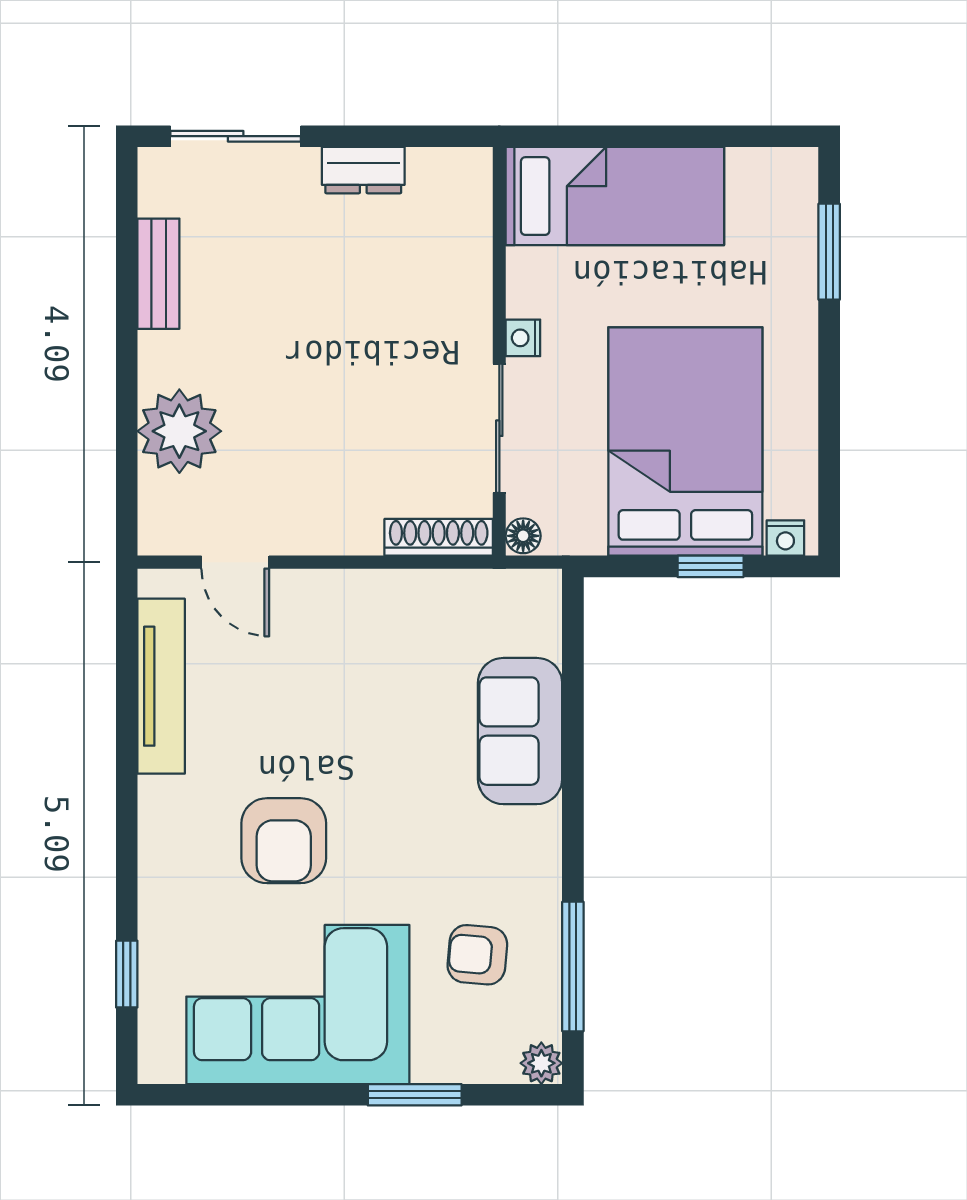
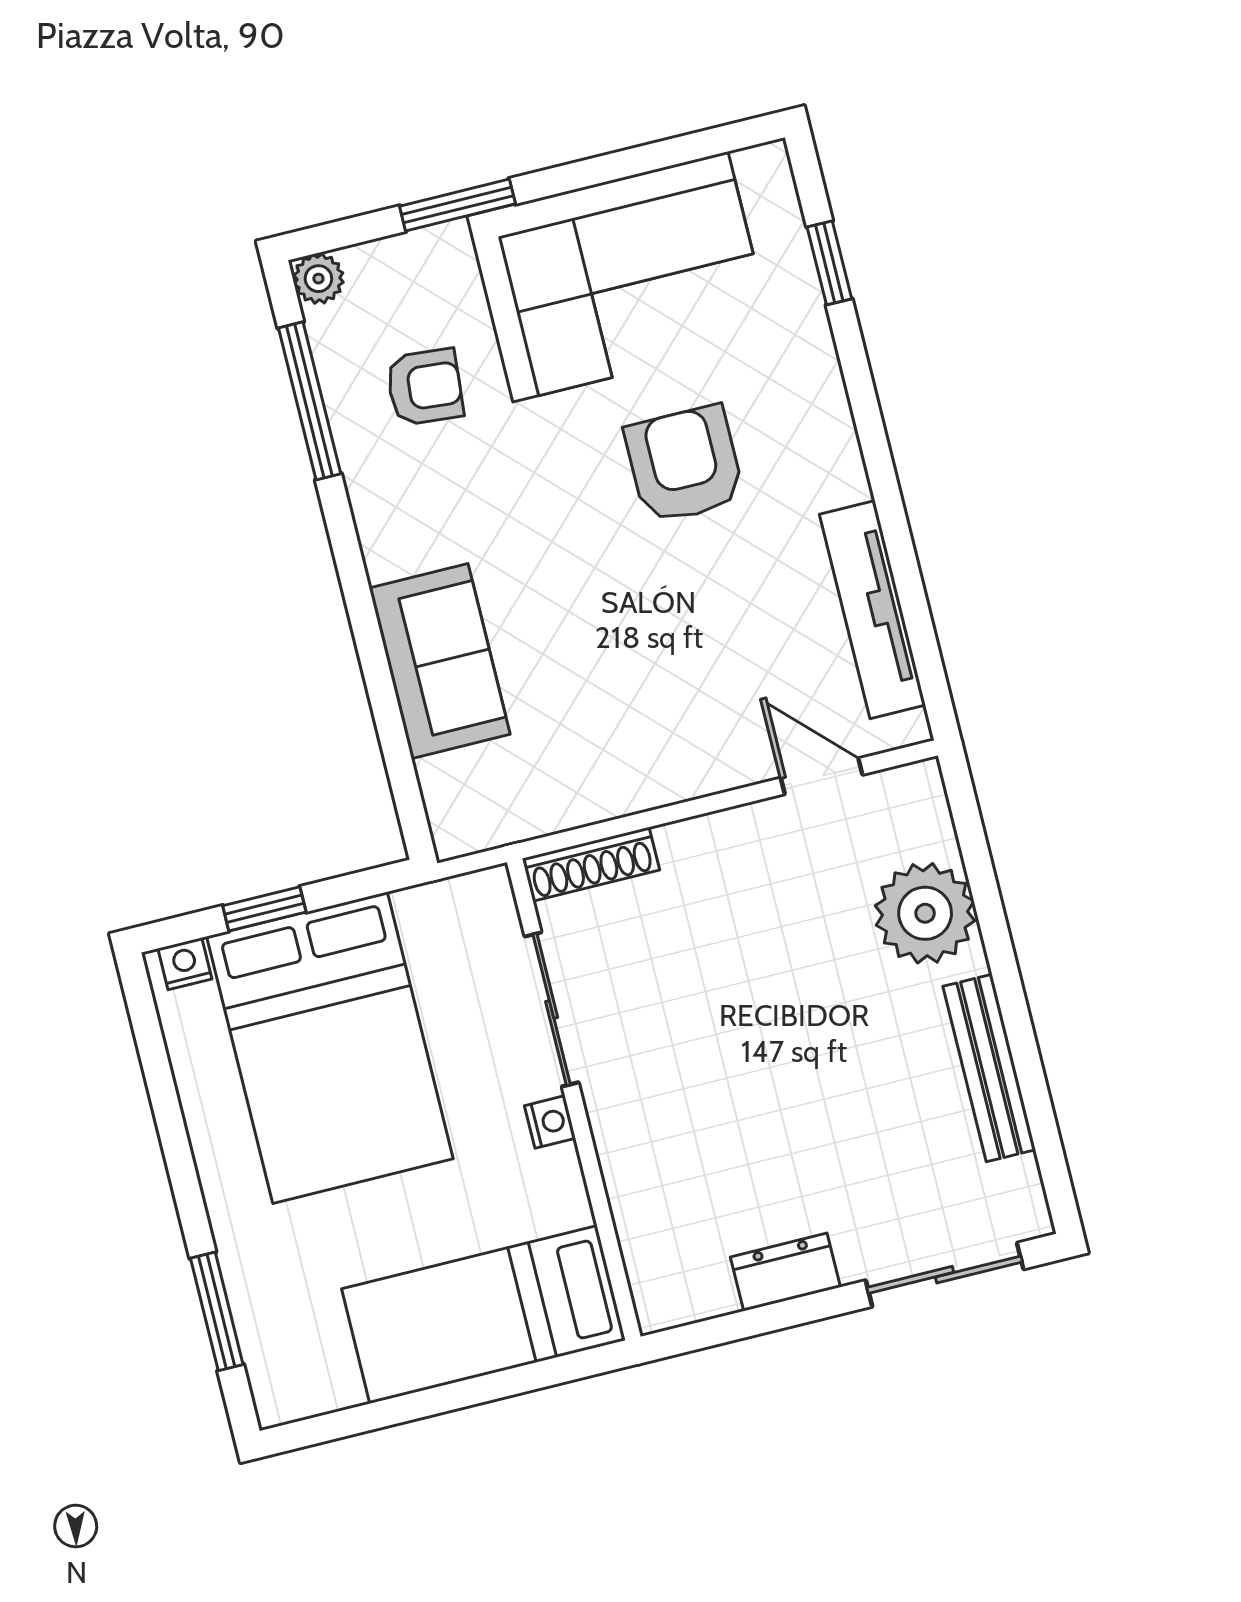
bench: (158, 274) -> (989, 1068), width x1.36
floor lamp: (523, 536) -> (492, 890), removed

